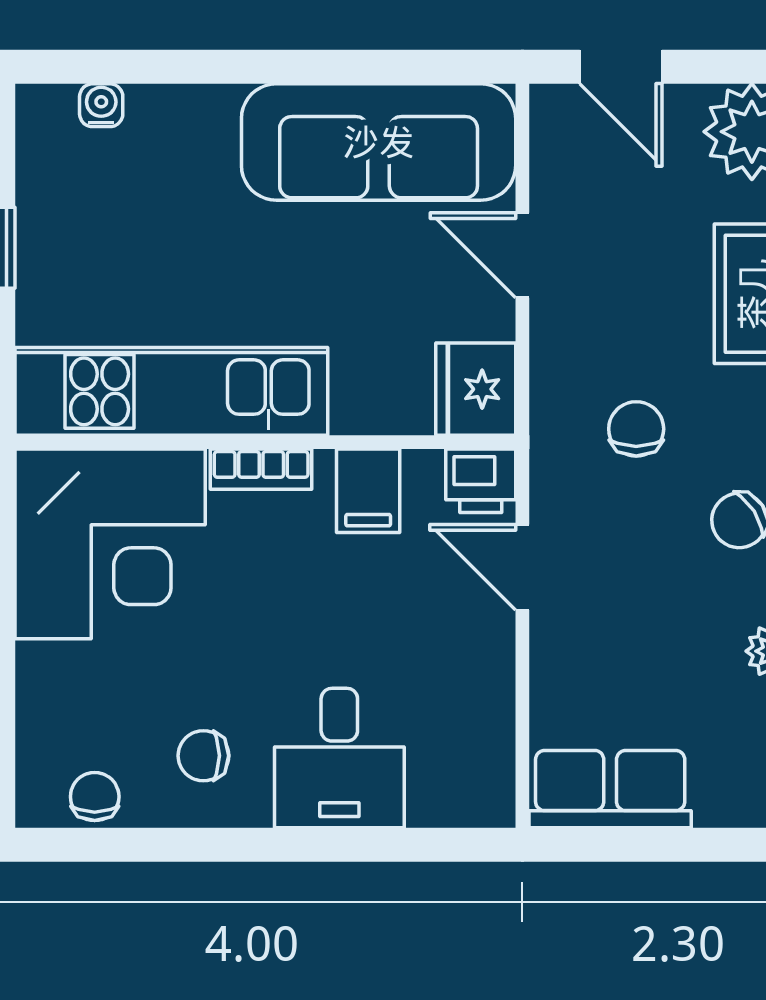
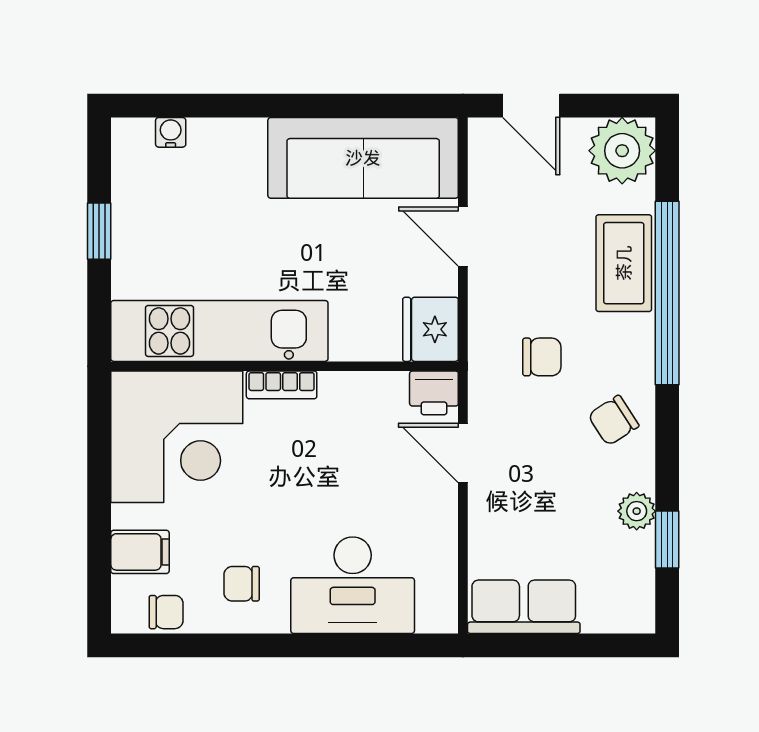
chair: (636, 429) -> (542, 357), turned 90
filing cabinet: (368, 491) -> (140, 552), moved, turned -90
desk: (339, 758) -> (353, 585), width x1.37
chair: (95, 797) -> (166, 612), turned 90

